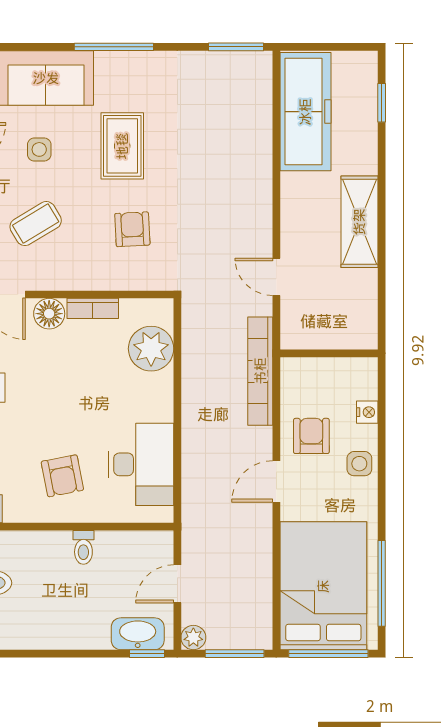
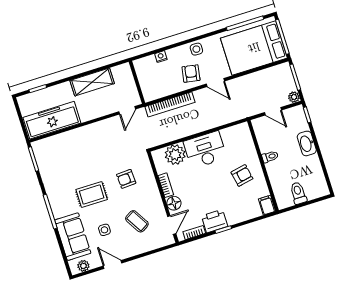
wall: (329, 353) -> (137, 82), moved
nightstand: (367, 412) -> (161, 57), moved
armchair: (311, 436) -> (191, 74), turned 100
desk: (141, 464) -> (205, 150), moved
washbasin: (138, 634) -> (307, 143), moved

